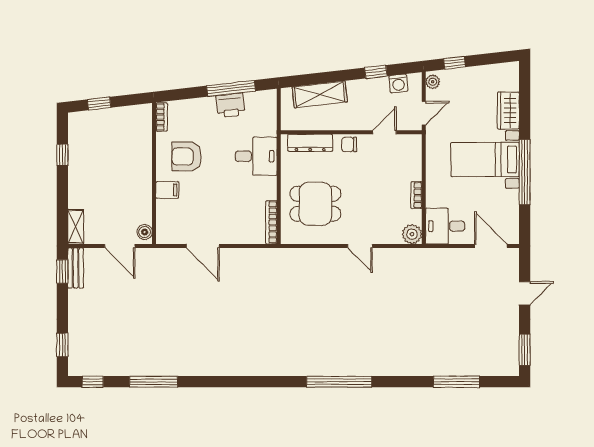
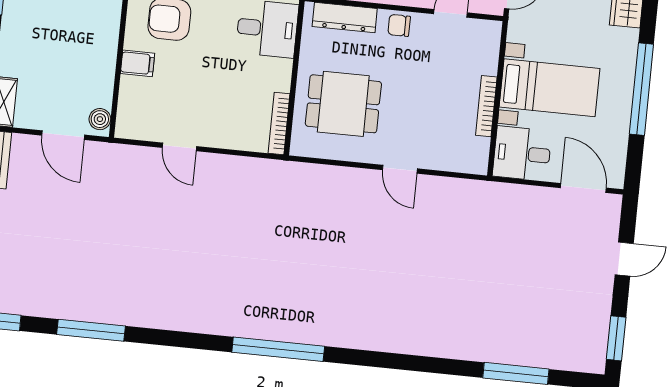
bed with nightstands: (485, 159) -> (550, 88), moved, turned 180
bookcase: (416, 195) -> (486, 106), width x1.56
plant: (412, 234) -> (475, 160), removed
door: (203, 246) -> (179, 147), width x0.73
window: (339, 382) -> (278, 349), moved

